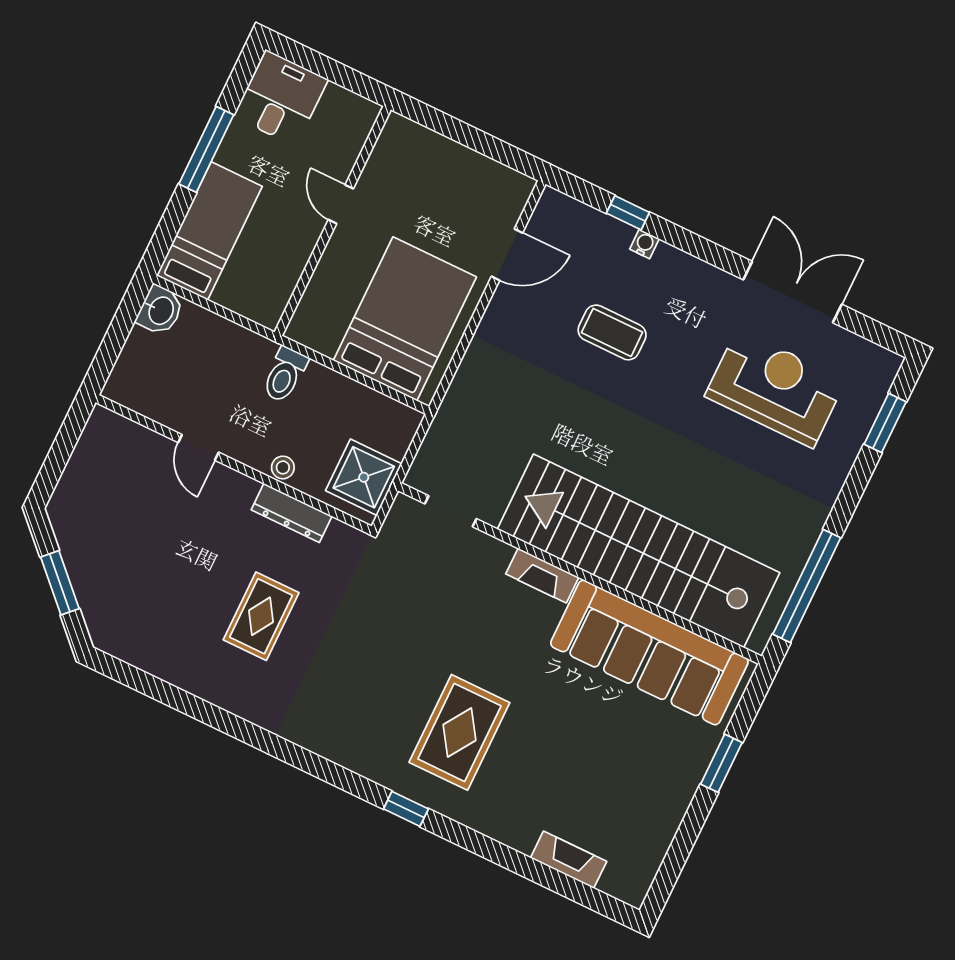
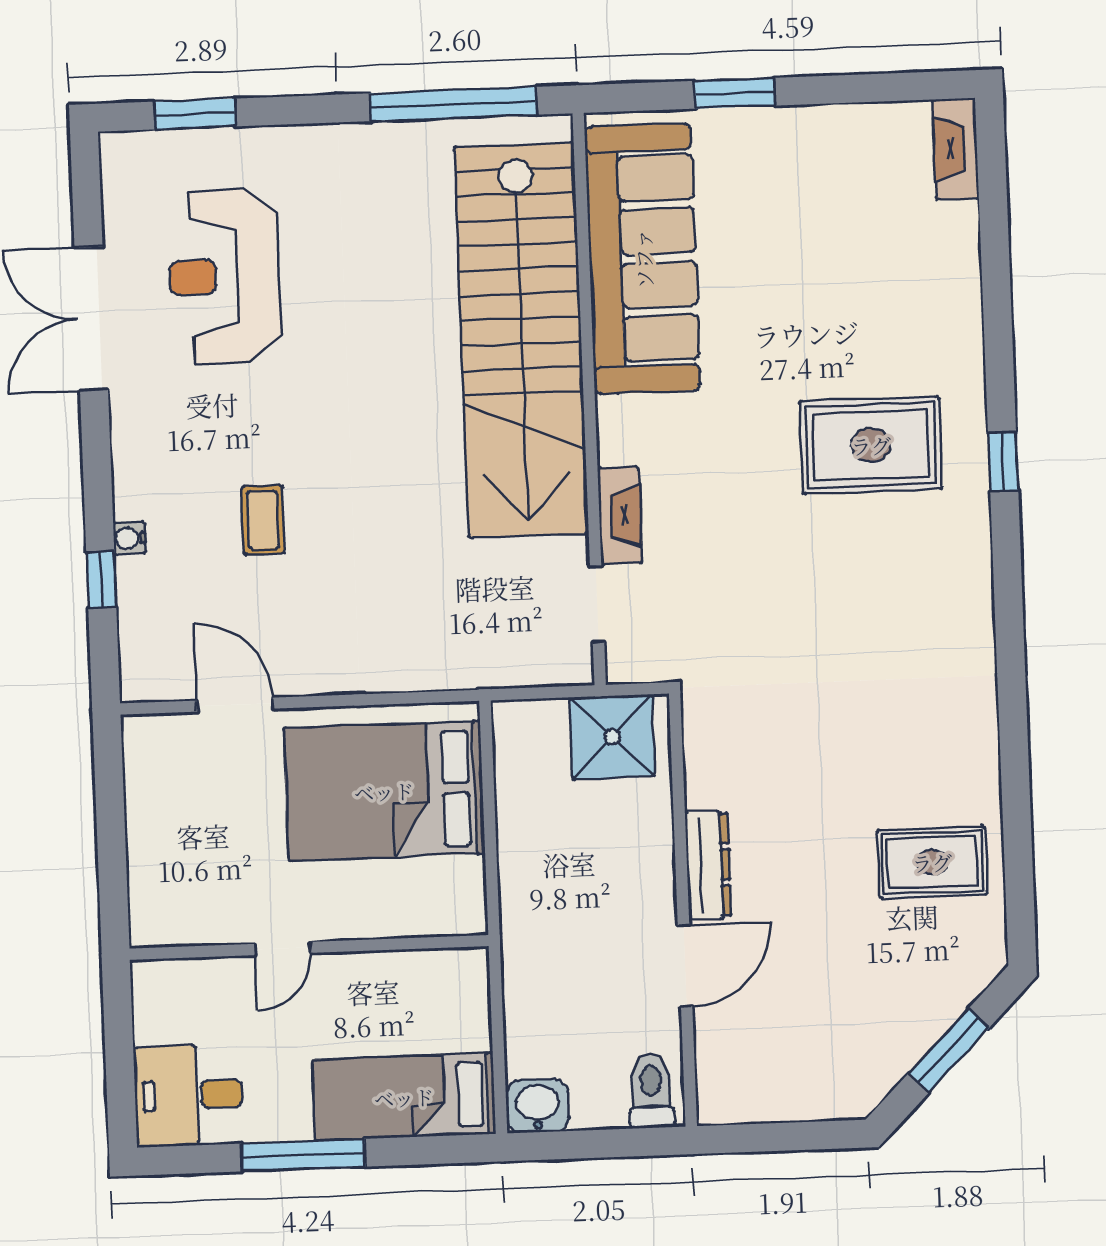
coffee table: (612, 332) -> (263, 520), width x0.73, depth x0.77
toilet: (285, 375) -> (651, 1091), moved, turned -90
door: (198, 447) -> (685, 966), width x1.38
stool: (283, 467) -> (654, 846), removed
dresser: (292, 513) -> (708, 865), moved
fireplace: (542, 576) -> (620, 516), moved
rug: (261, 616) -> (932, 862), moved
fireplace: (569, 860) -> (956, 149), moved

